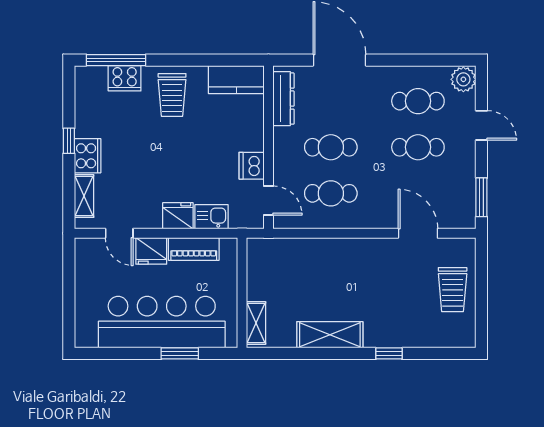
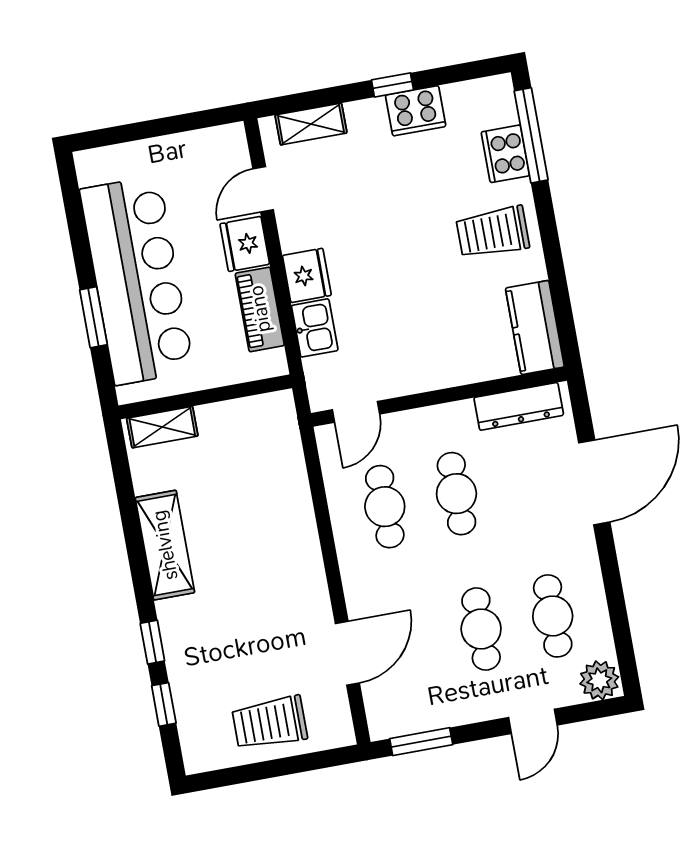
cooker: (88, 156) -> (416, 111), moved
dishwasher: (252, 166) -> (405, 376), removed
window: (429, 353) -> (164, 704), added

